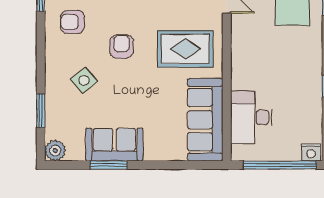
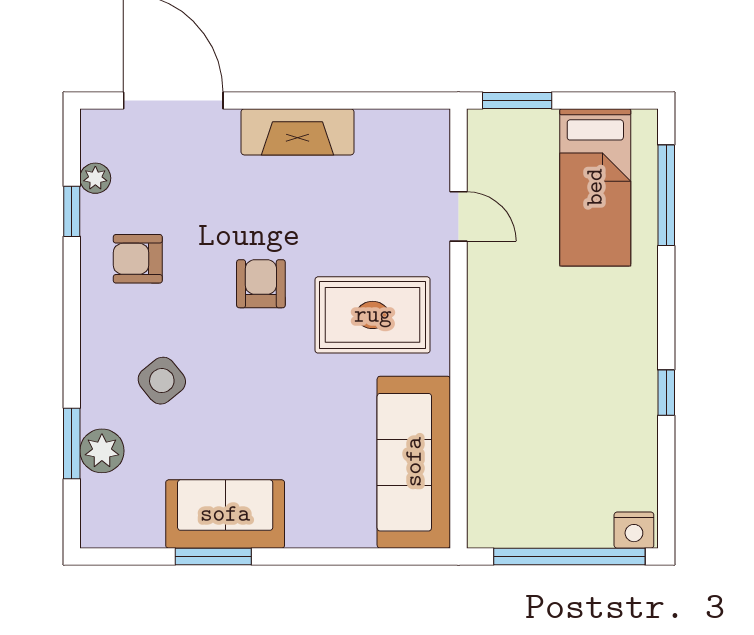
armchair: (122, 46) -> (261, 284), moved
desk: (251, 117) -> (510, 457), removed
plant: (55, 151) -> (102, 451), moved

